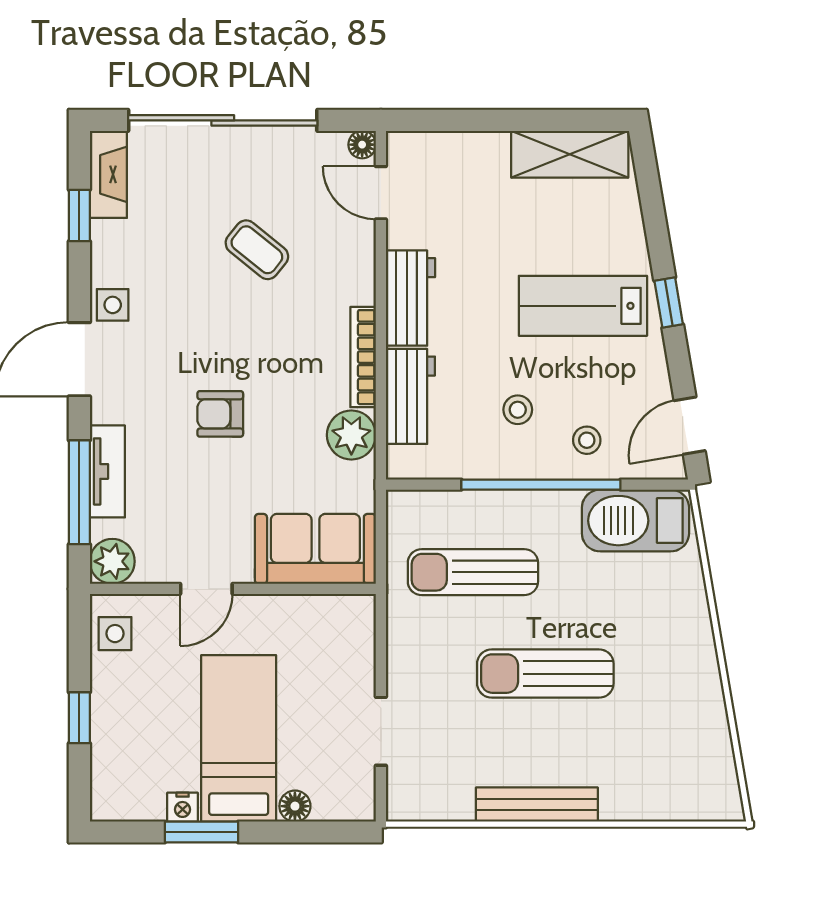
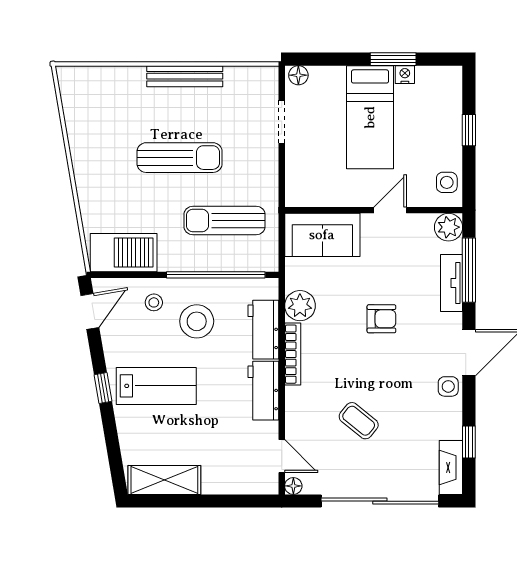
stool: (518, 410) -> (197, 321), width x1.89, depth x1.89
window: (541, 485) -> (216, 275), moved
sun lounger: (473, 572) -> (225, 221), turned 180
floor lamp: (295, 806) -> (298, 75), moved

